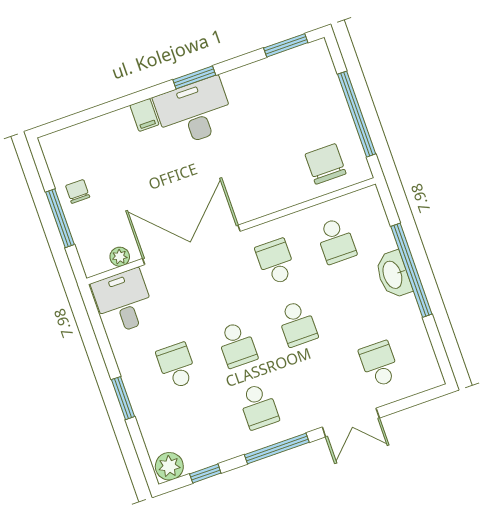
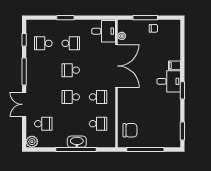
desk: (194, 112) -> (169, 81), width x0.73
school desk: (336, 241) -> (98, 124), turned 180
school desk: (259, 406) -> (43, 43), moved
plant: (169, 466) -> (32, 142), moved

